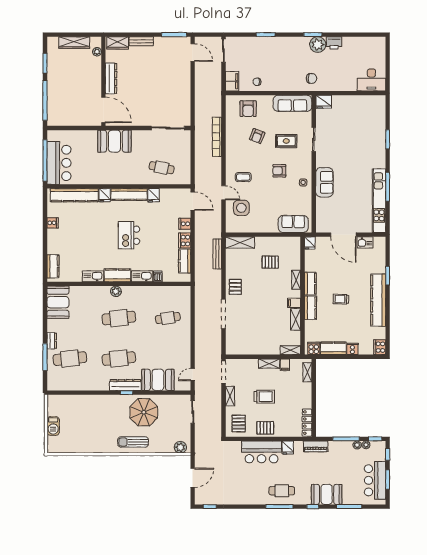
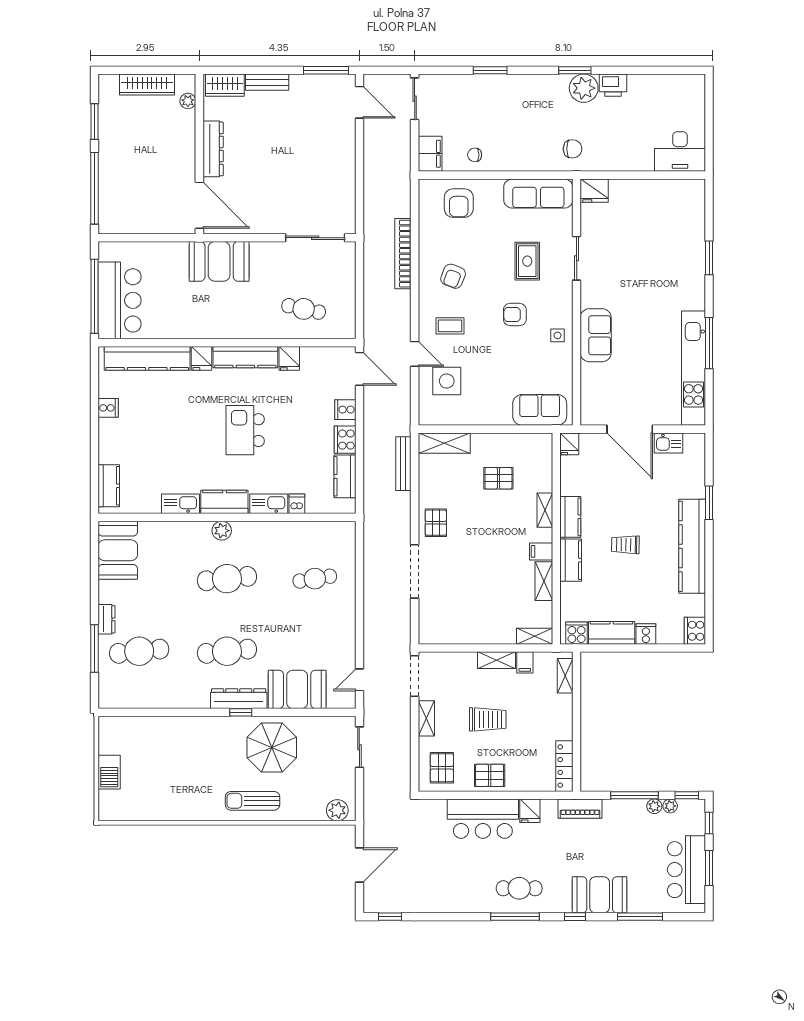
armchair: (257, 136) -> (453, 276), moved
rug: (286, 141) -> (527, 261), turned 90

